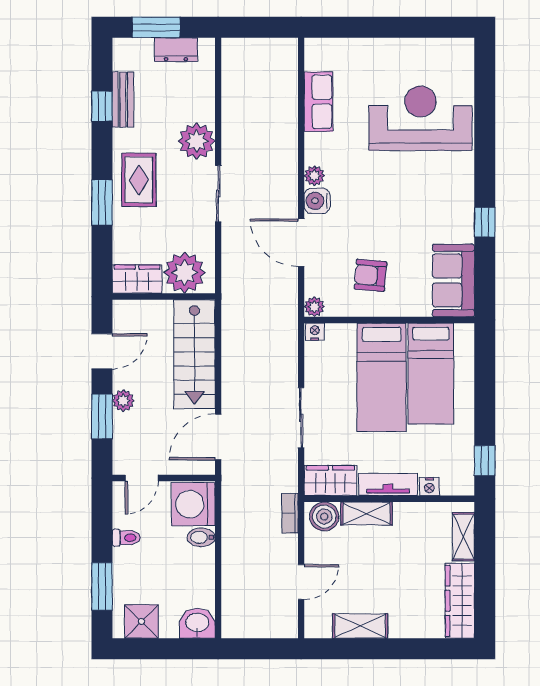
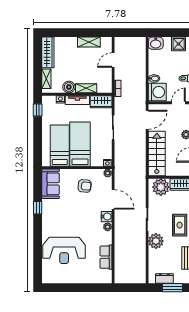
boiler: (324, 517) -> (69, 87), moved

